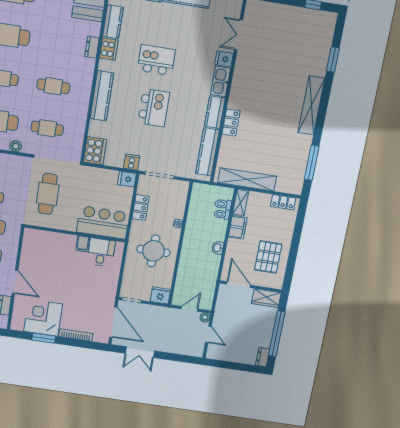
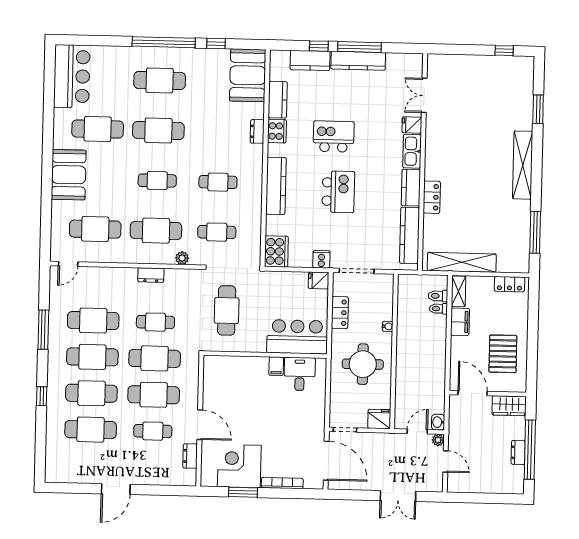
washbasin: (218, 248) -> (438, 422), moved
double door: (140, 352) -> (398, 496), moved
dresser: (263, 357) -> (518, 452), moved

